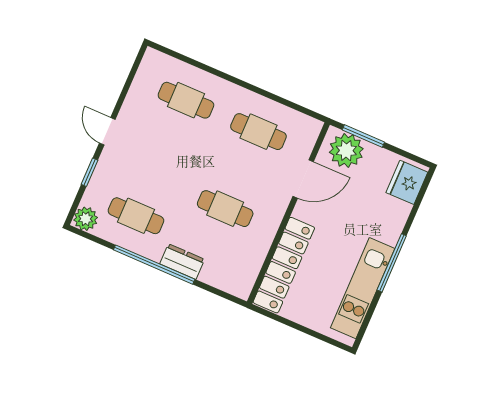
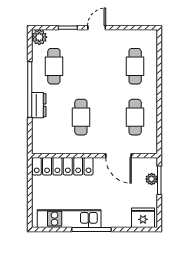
plant: (346, 151) -> (152, 179), width x0.53, depth x0.53

